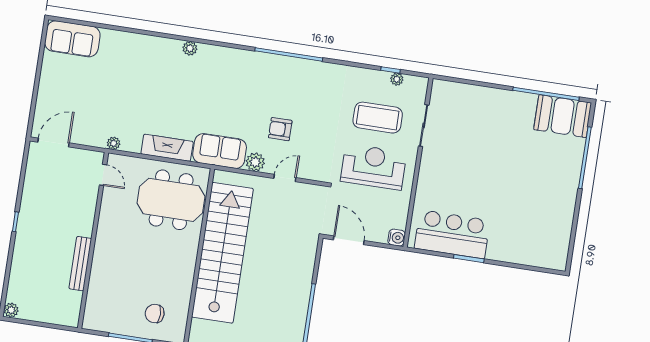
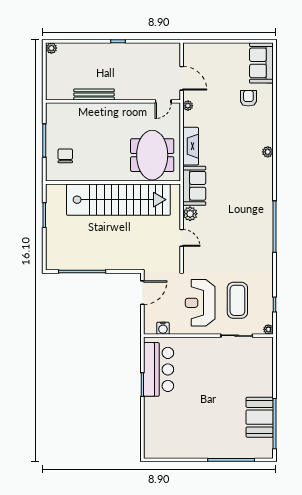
plant: (397, 79) -> (268, 329), moved
booth: (563, 116) -> (260, 417), moved
armchair: (280, 129) -> (248, 98), moved
door: (53, 143) -> (182, 78), moved
reception desk: (374, 167) -> (200, 303), turned 180
water cooler: (397, 238) -> (163, 328), moved

